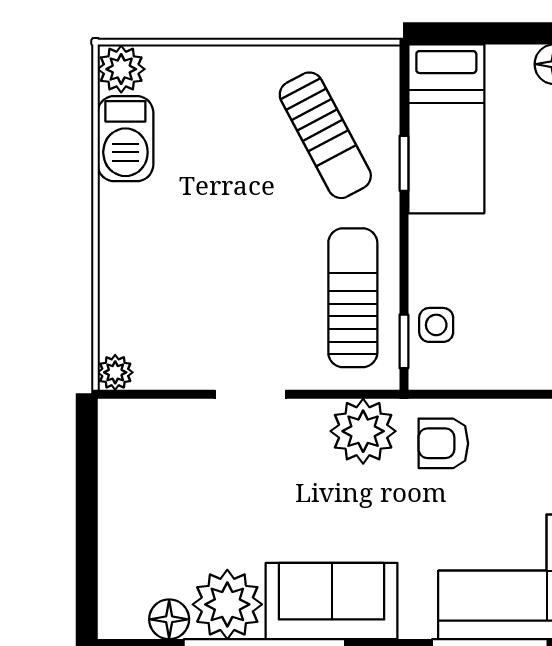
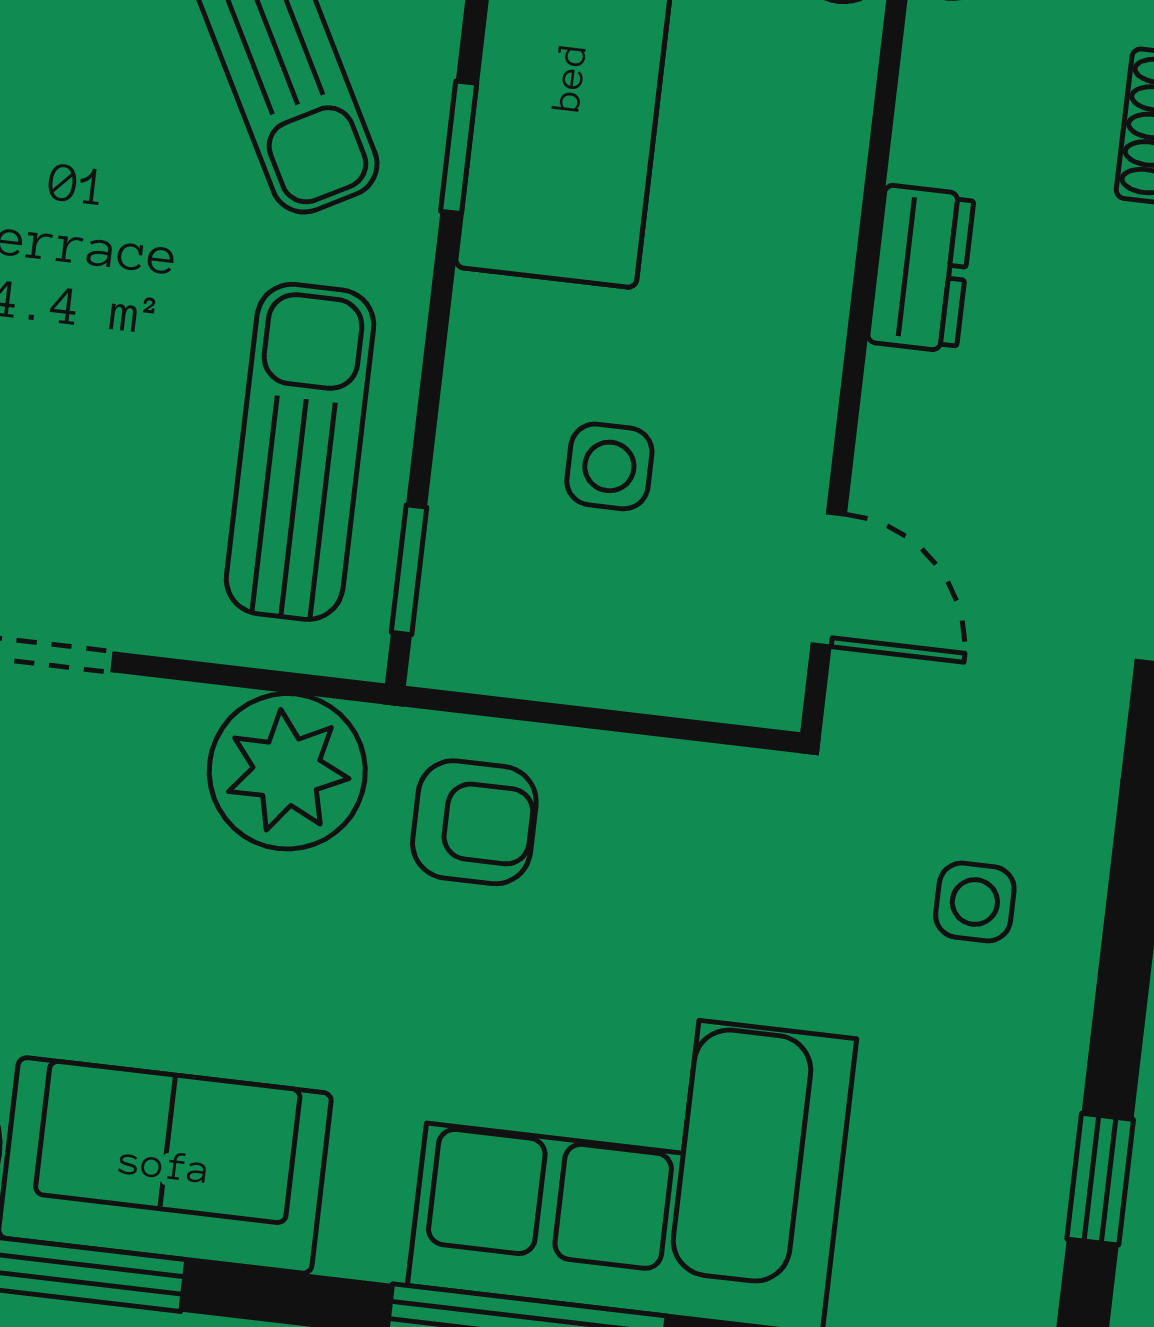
side table: (436, 325) -> (609, 466), moved
armchair: (443, 443) -> (474, 822), turned 180

